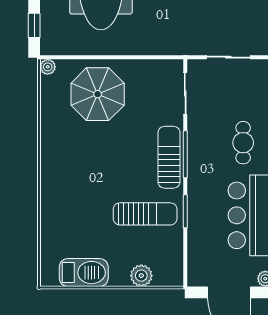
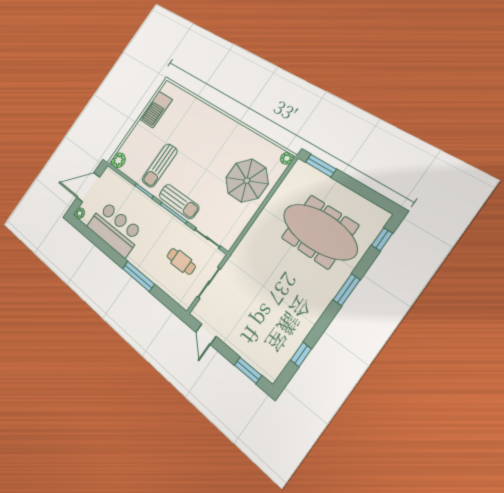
window: (34, 25) -> (321, 166), width x1.50
cafe table: (243, 143) -> (181, 261), moved
plant: (141, 276) -> (118, 160), moved

